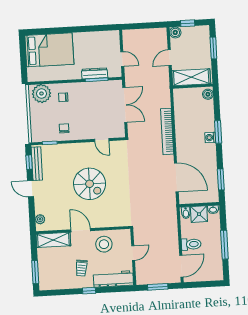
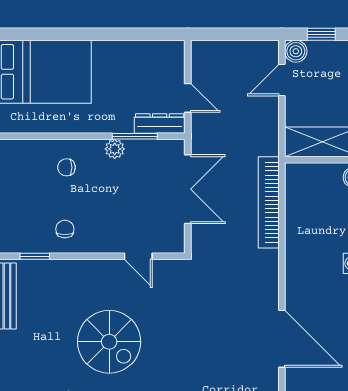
door: (170, 58) -> (282, 80), moved
dresser: (95, 73) -> (160, 123), moved
plant: (41, 94) -> (115, 149), moved, width x0.53, depth x0.53
bookcase: (167, 131) -> (269, 202), moved

